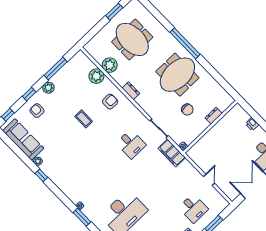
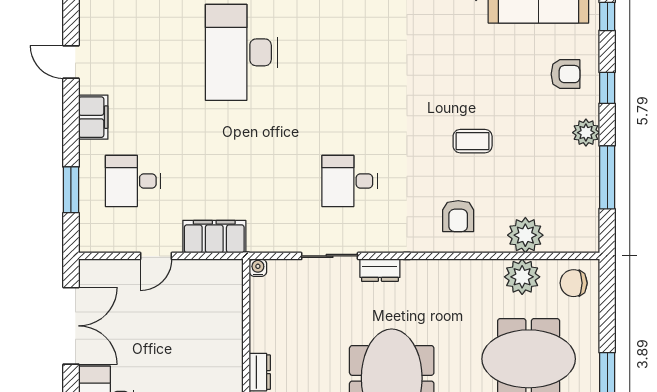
dresser: (131, 91) -> (380, 270), moved
chair: (187, 110) -> (574, 283), moved
filing cabinet: (172, 153) -> (214, 237), moved
door: (209, 180) -> (156, 256), hinge flipped

